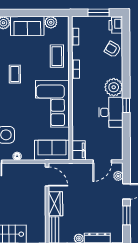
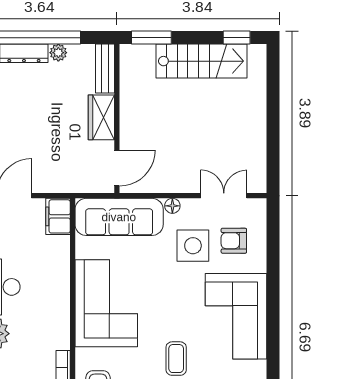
sofa: (52, 150) -> (119, 217), width x1.36
door: (47, 177) -> (117, 168), swing flipped

